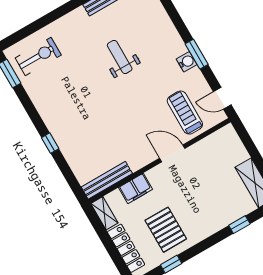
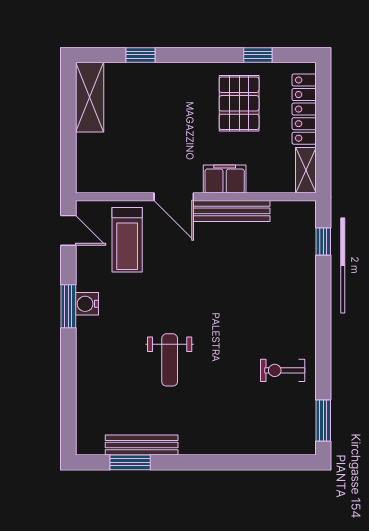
exercise bike: (38, 56) -> (283, 370), moved, width x0.73, depth x0.72
window: (50, 143) -> (323, 242), moved
bench: (107, 180) -> (232, 211), moved
filing cabinet: (136, 188) -> (225, 179), moved

